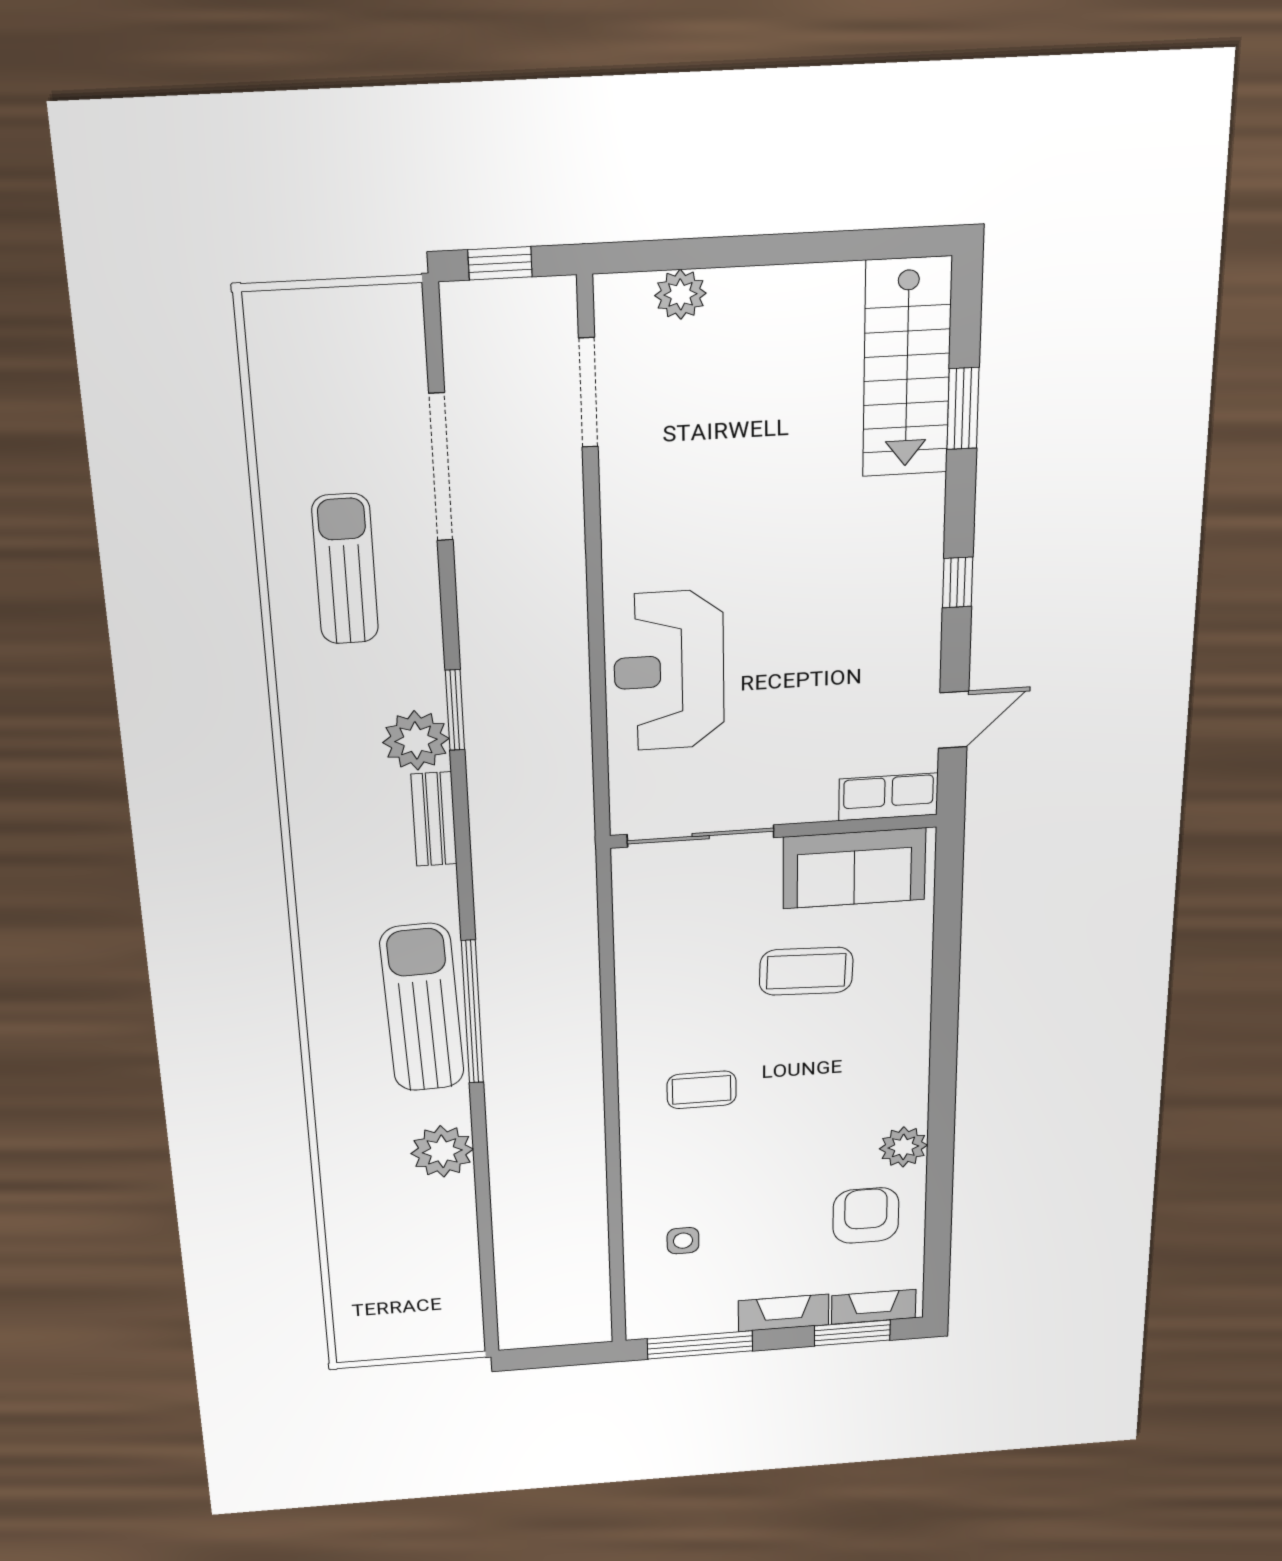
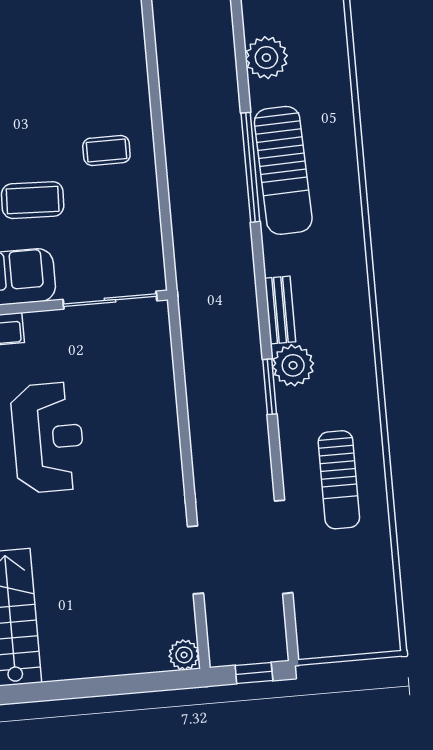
plant: (680, 294) -> (184, 655), moved
doorway: (588, 393) -> (195, 560), moved
reception desk: (669, 671) -> (48, 438), moved
coffee table: (702, 1090) -> (106, 150), moved

